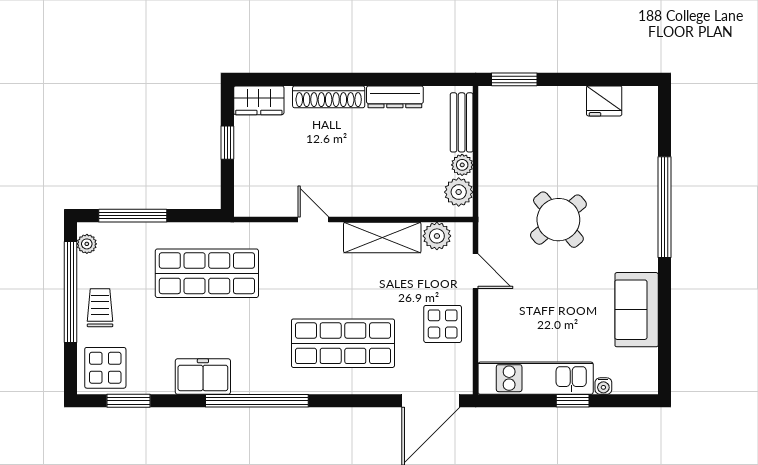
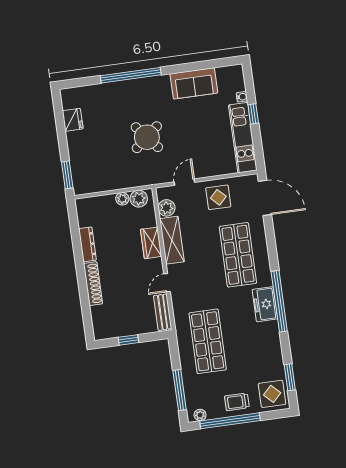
wardrobe: (259, 100) -> (151, 243), moved, turned 180
bench: (462, 122) -> (163, 312), moved, turned 90
freezer: (203, 377) -> (265, 304), moved

